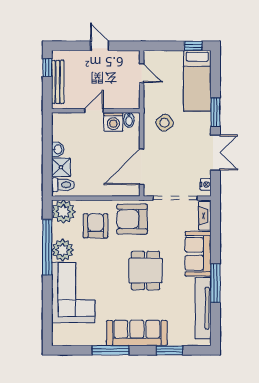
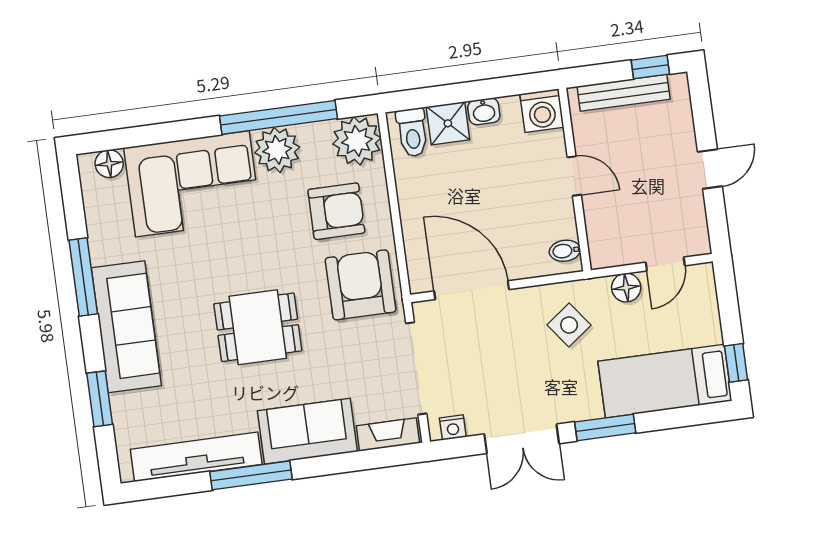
floor lamp: (150, 93) -> (626, 288), added
washing machine: (113, 122) -> (542, 111), moved, turned -90
floor lamp: (58, 331) -> (109, 164), added

